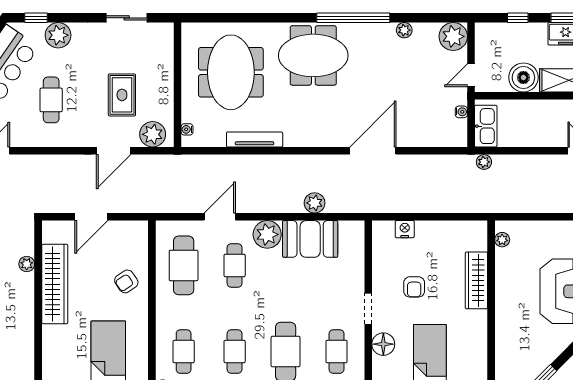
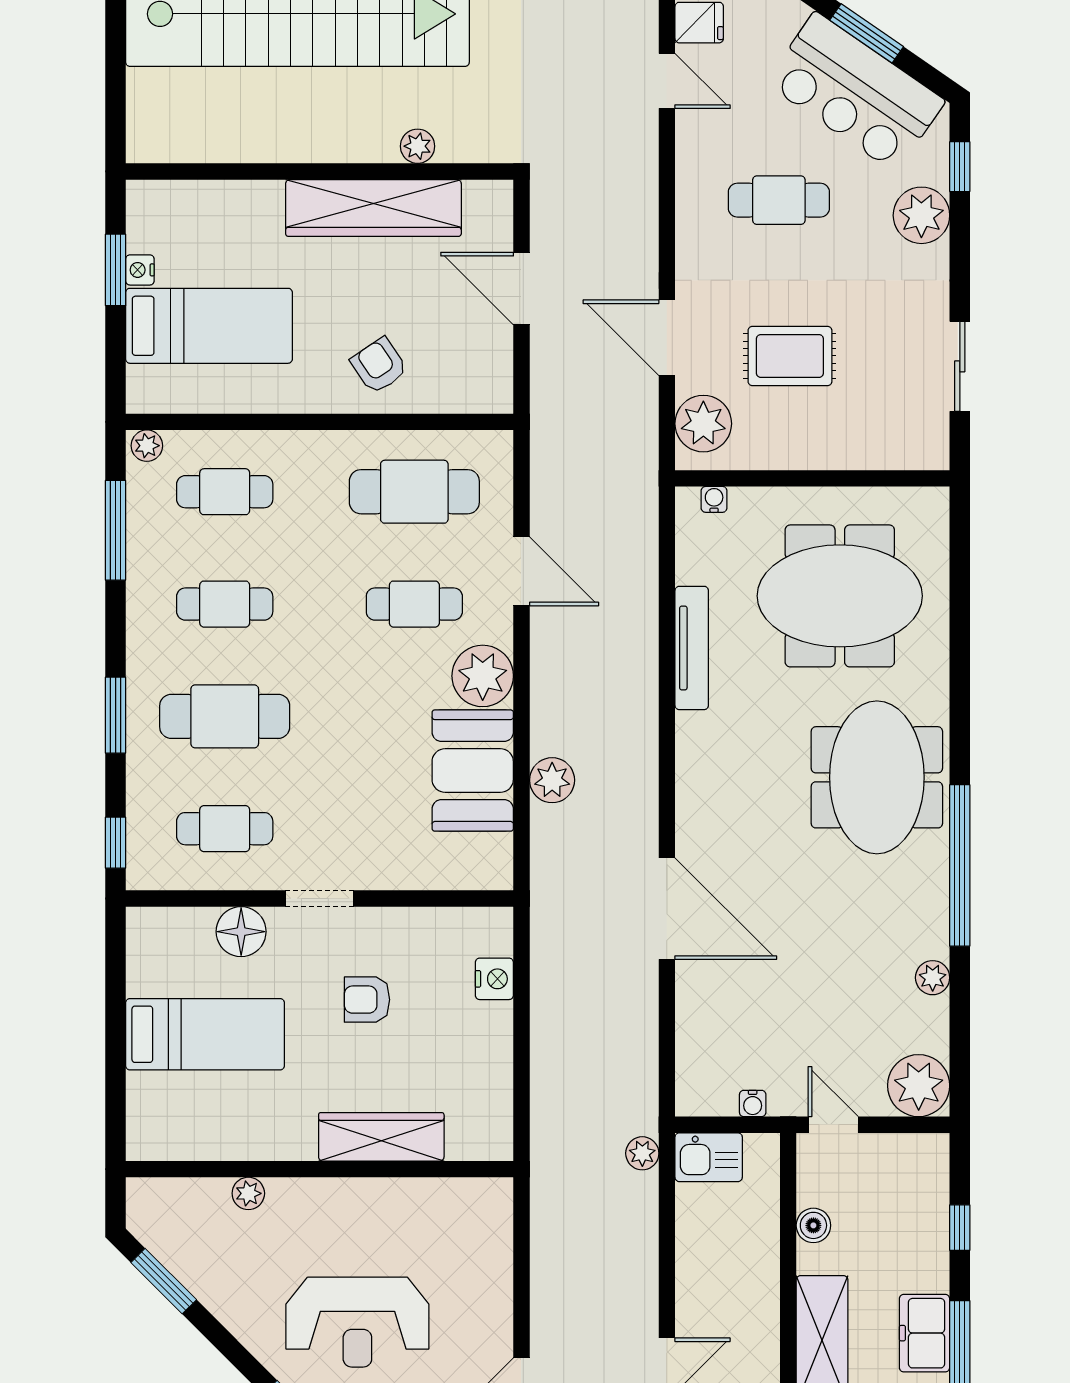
boiler: (523, 77) -> (813, 1225), width x0.54, depth x0.54
kitchen sink: (486, 126) -> (709, 1157), width x0.73
plant: (502, 240) -> (248, 1193), moved

